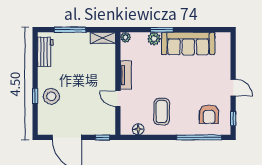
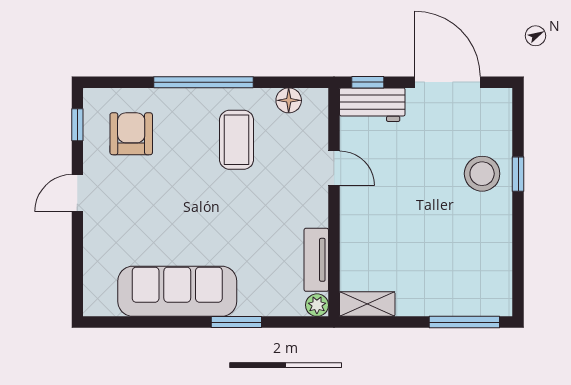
window: (70, 30) -> (464, 322), moved
plant: (154, 39) -> (253, 302), removed
workbench: (45, 52) -> (372, 105), moved, turned -90
tv unit: (126, 75) -> (316, 260), moved
door: (233, 88) -> (77, 193), hinge flipped
window: (199, 137) -> (204, 82), moved

